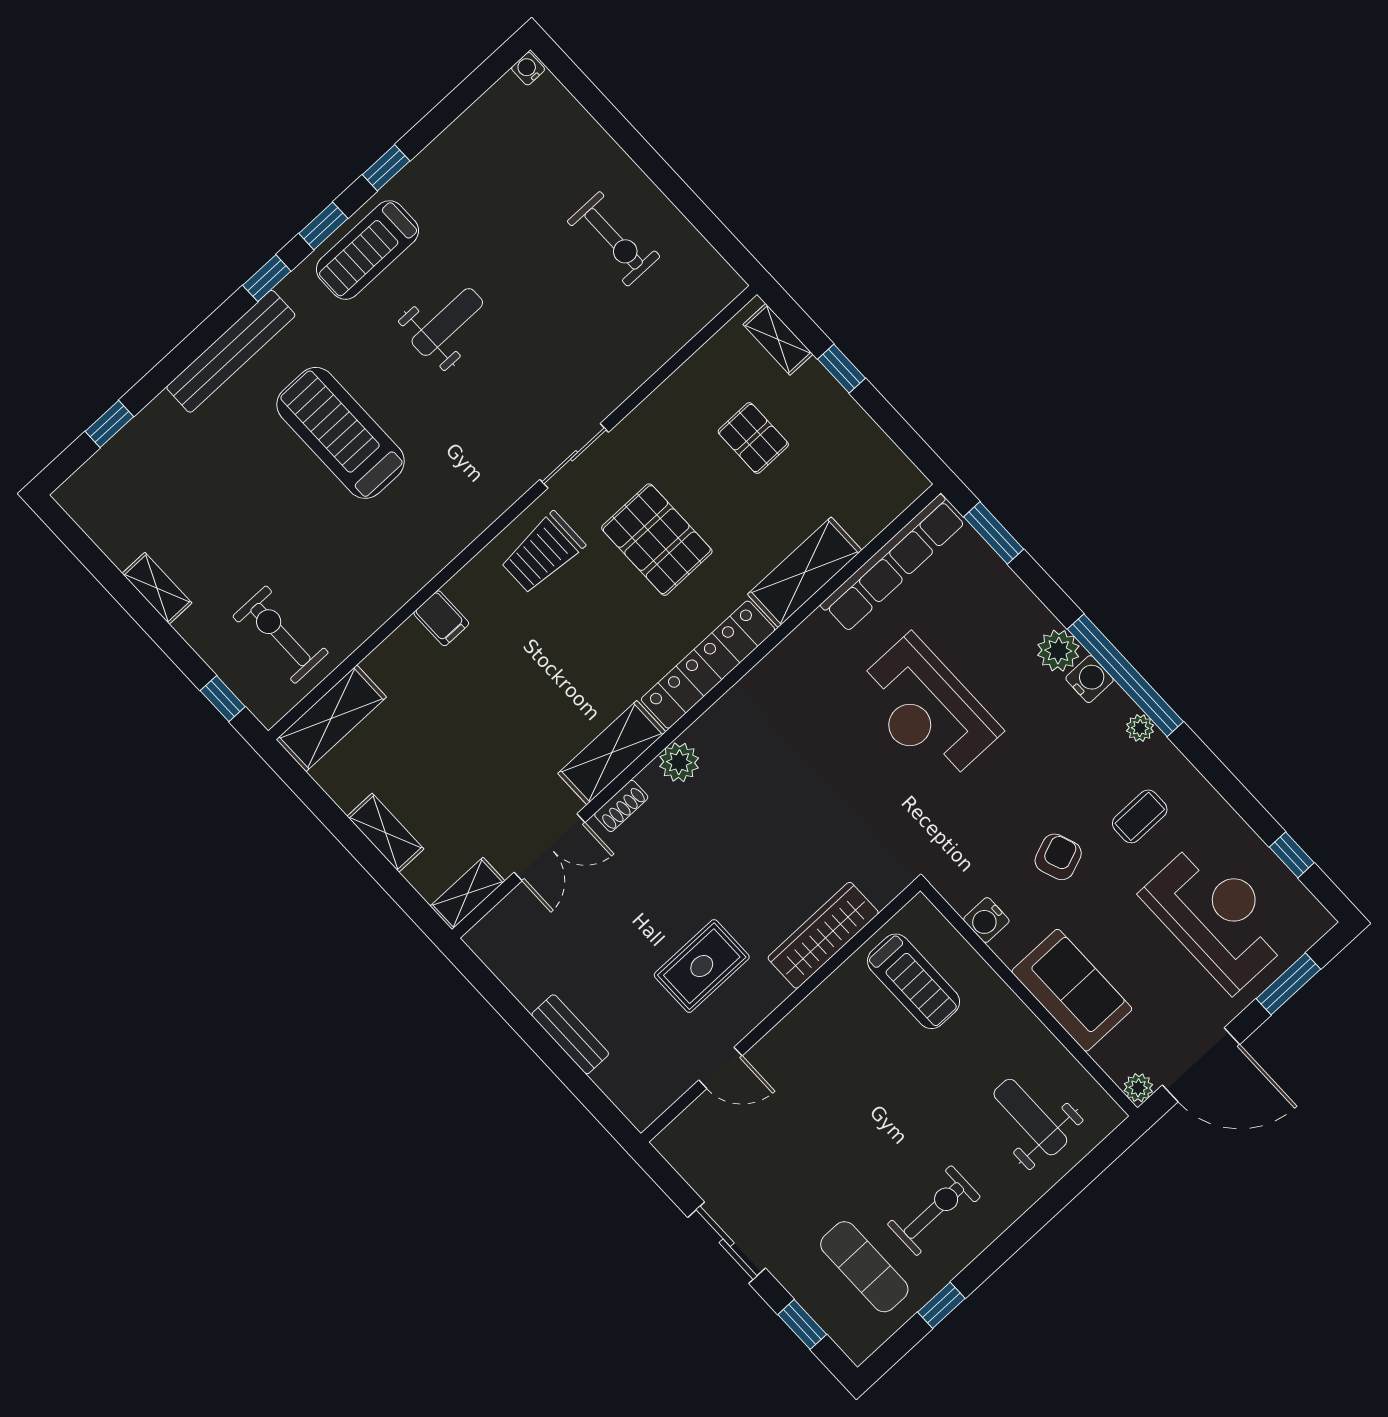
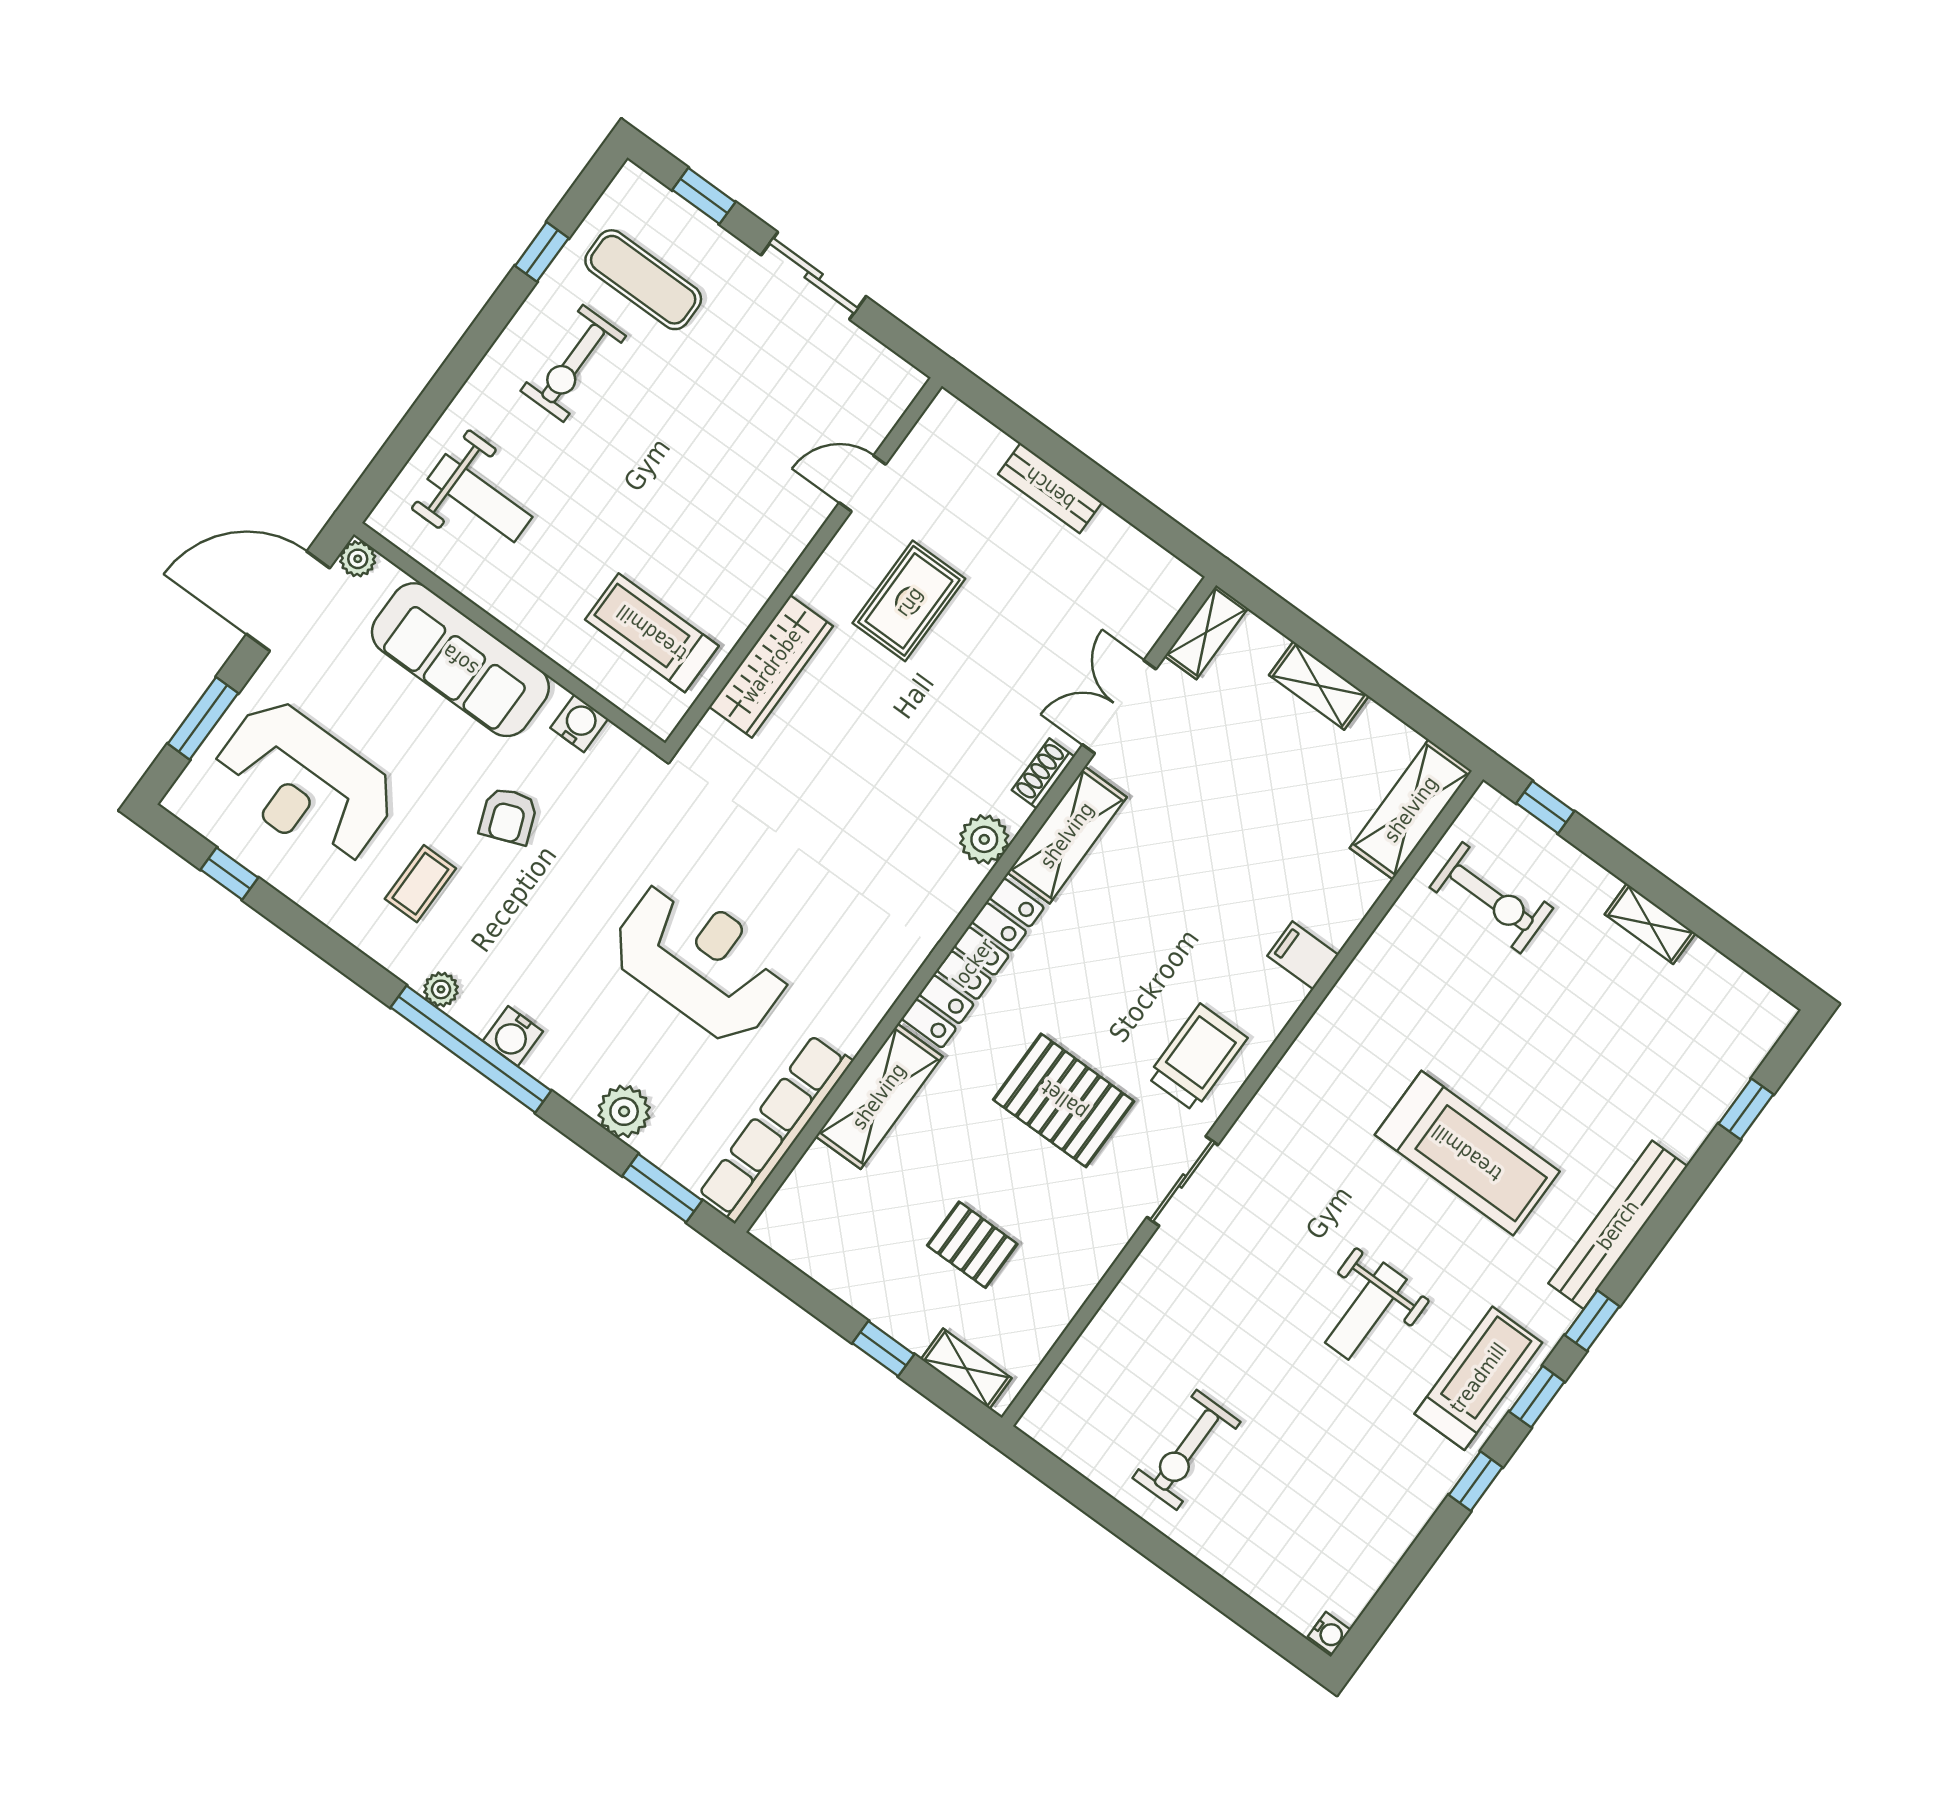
exercise bike: (614, 239) -> (1187, 1450), turned -90
plant: (1058, 651) -> (624, 1111), moved
sofa: (1072, 990) -> (460, 660), width x1.36

